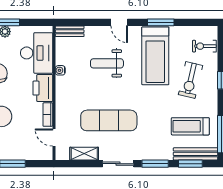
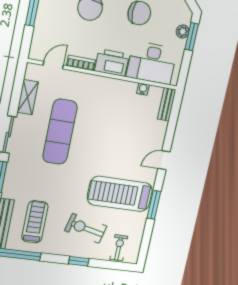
weight bench: (107, 63) -> (123, 140), removed
water cooler: (60, 70) -> (143, 89), moved

